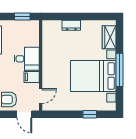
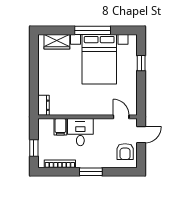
window: (22, 16) -> (34, 148), moved
dresser: (71, 25) -> (44, 105), moved
filing cabinet: (32, 77) -> (60, 127), moved

